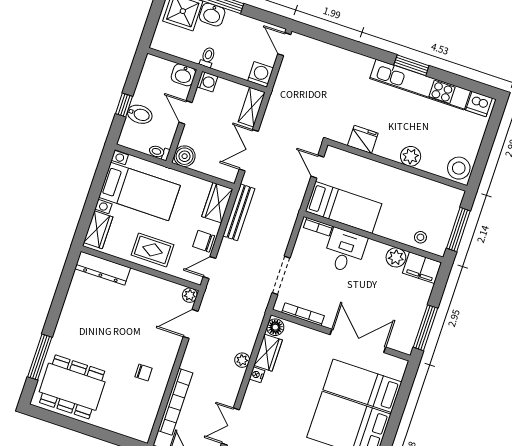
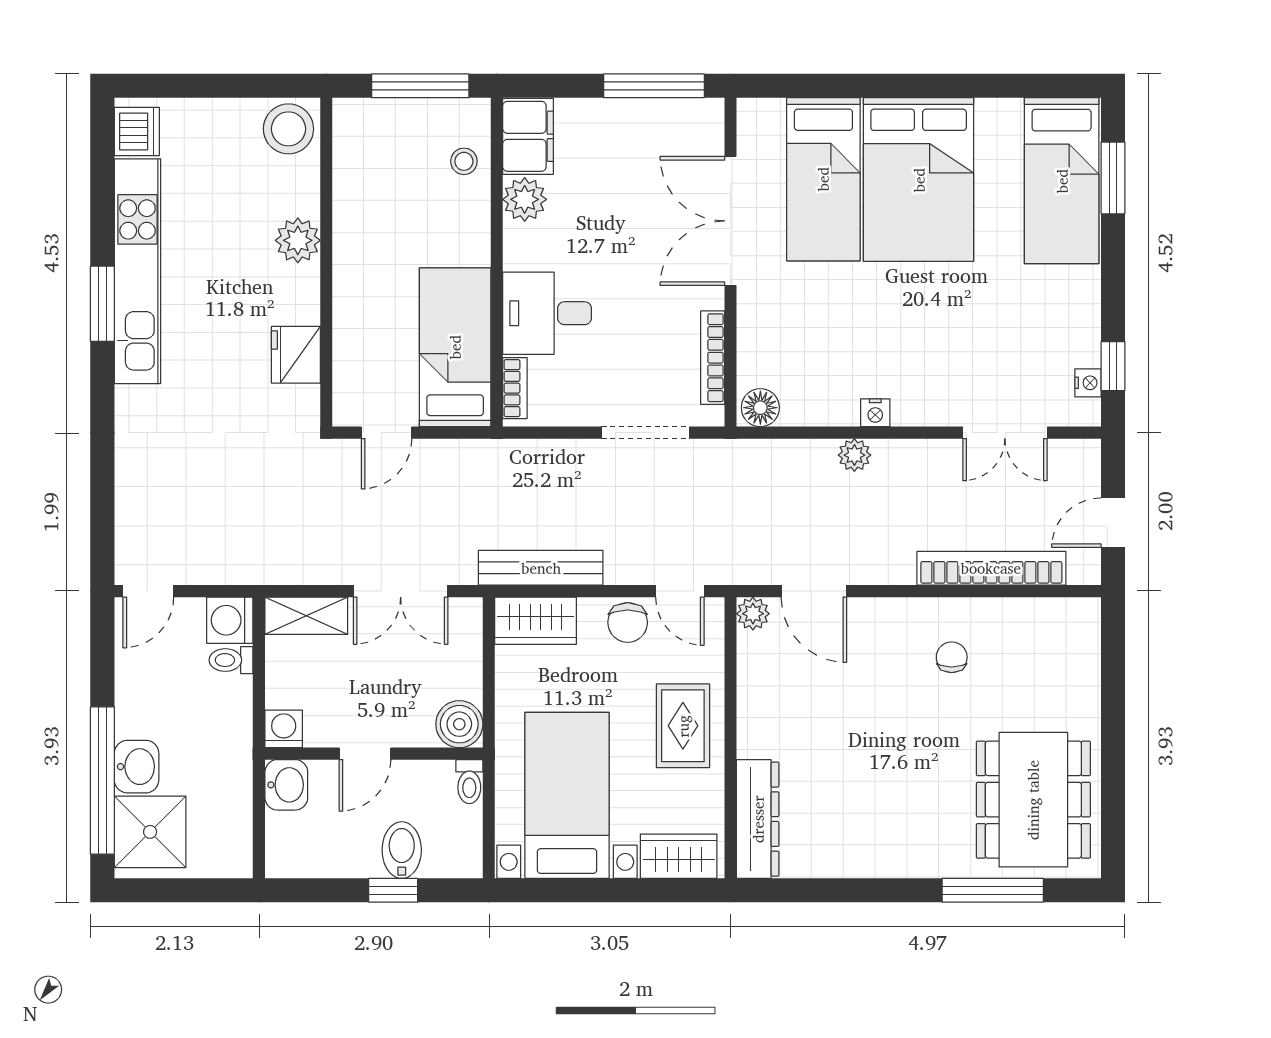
toilet: (208, 57) -> (231, 660), moved
wardrobe: (268, 353) -> (820, 405), removed

